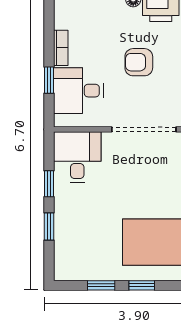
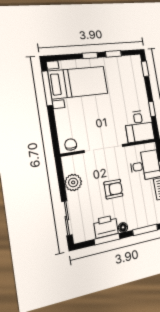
window: (49, 226) -> (145, 69), moved

